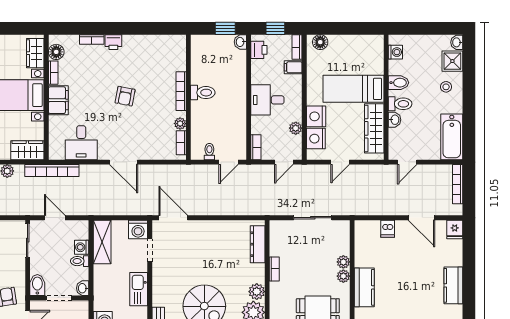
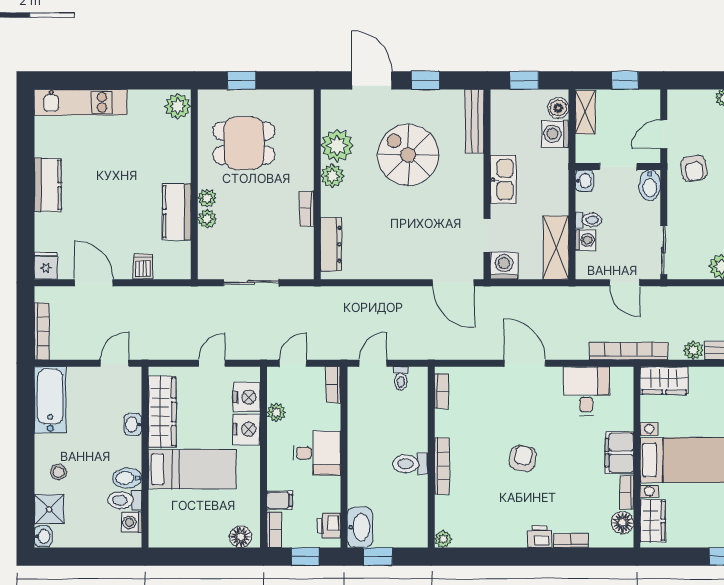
washbasin: (240, 42) -> (360, 527), width x1.91, depth x1.45
toilet: (400, 104) -> (125, 500), moved
plant: (180, 124) -> (443, 539), moved
kitchen counter: (364, 287) -> (177, 212), moved

